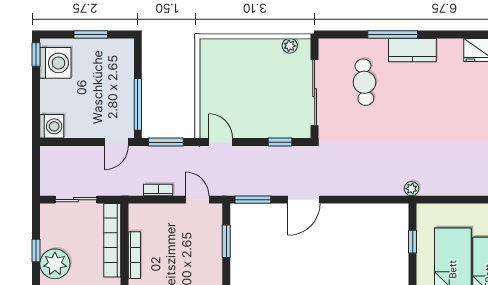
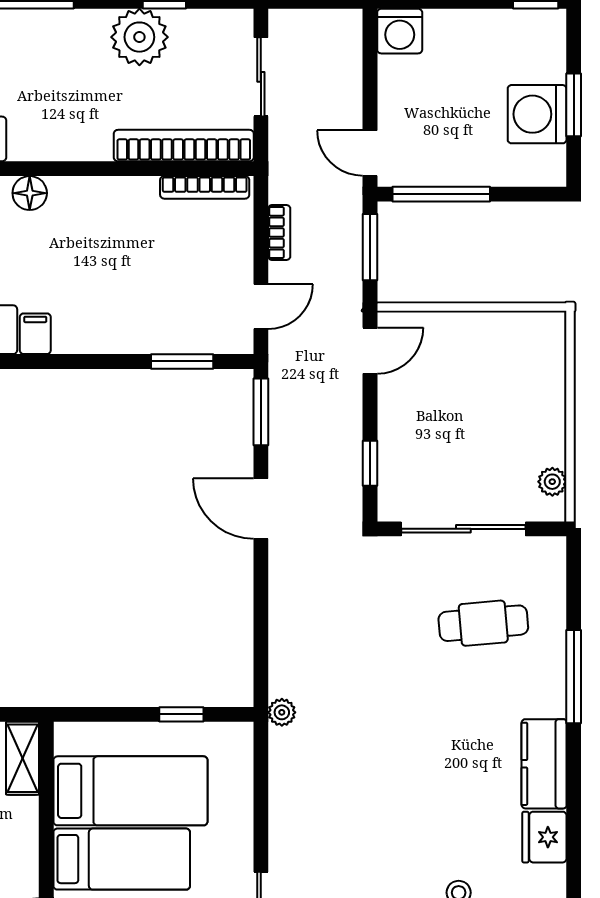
kitchen counter: (412, 50) -> (544, 764), moved
washing machine: (55, 63) -> (537, 114), moved, turned 90
bookcase: (134, 255) -> (205, 187), moved

